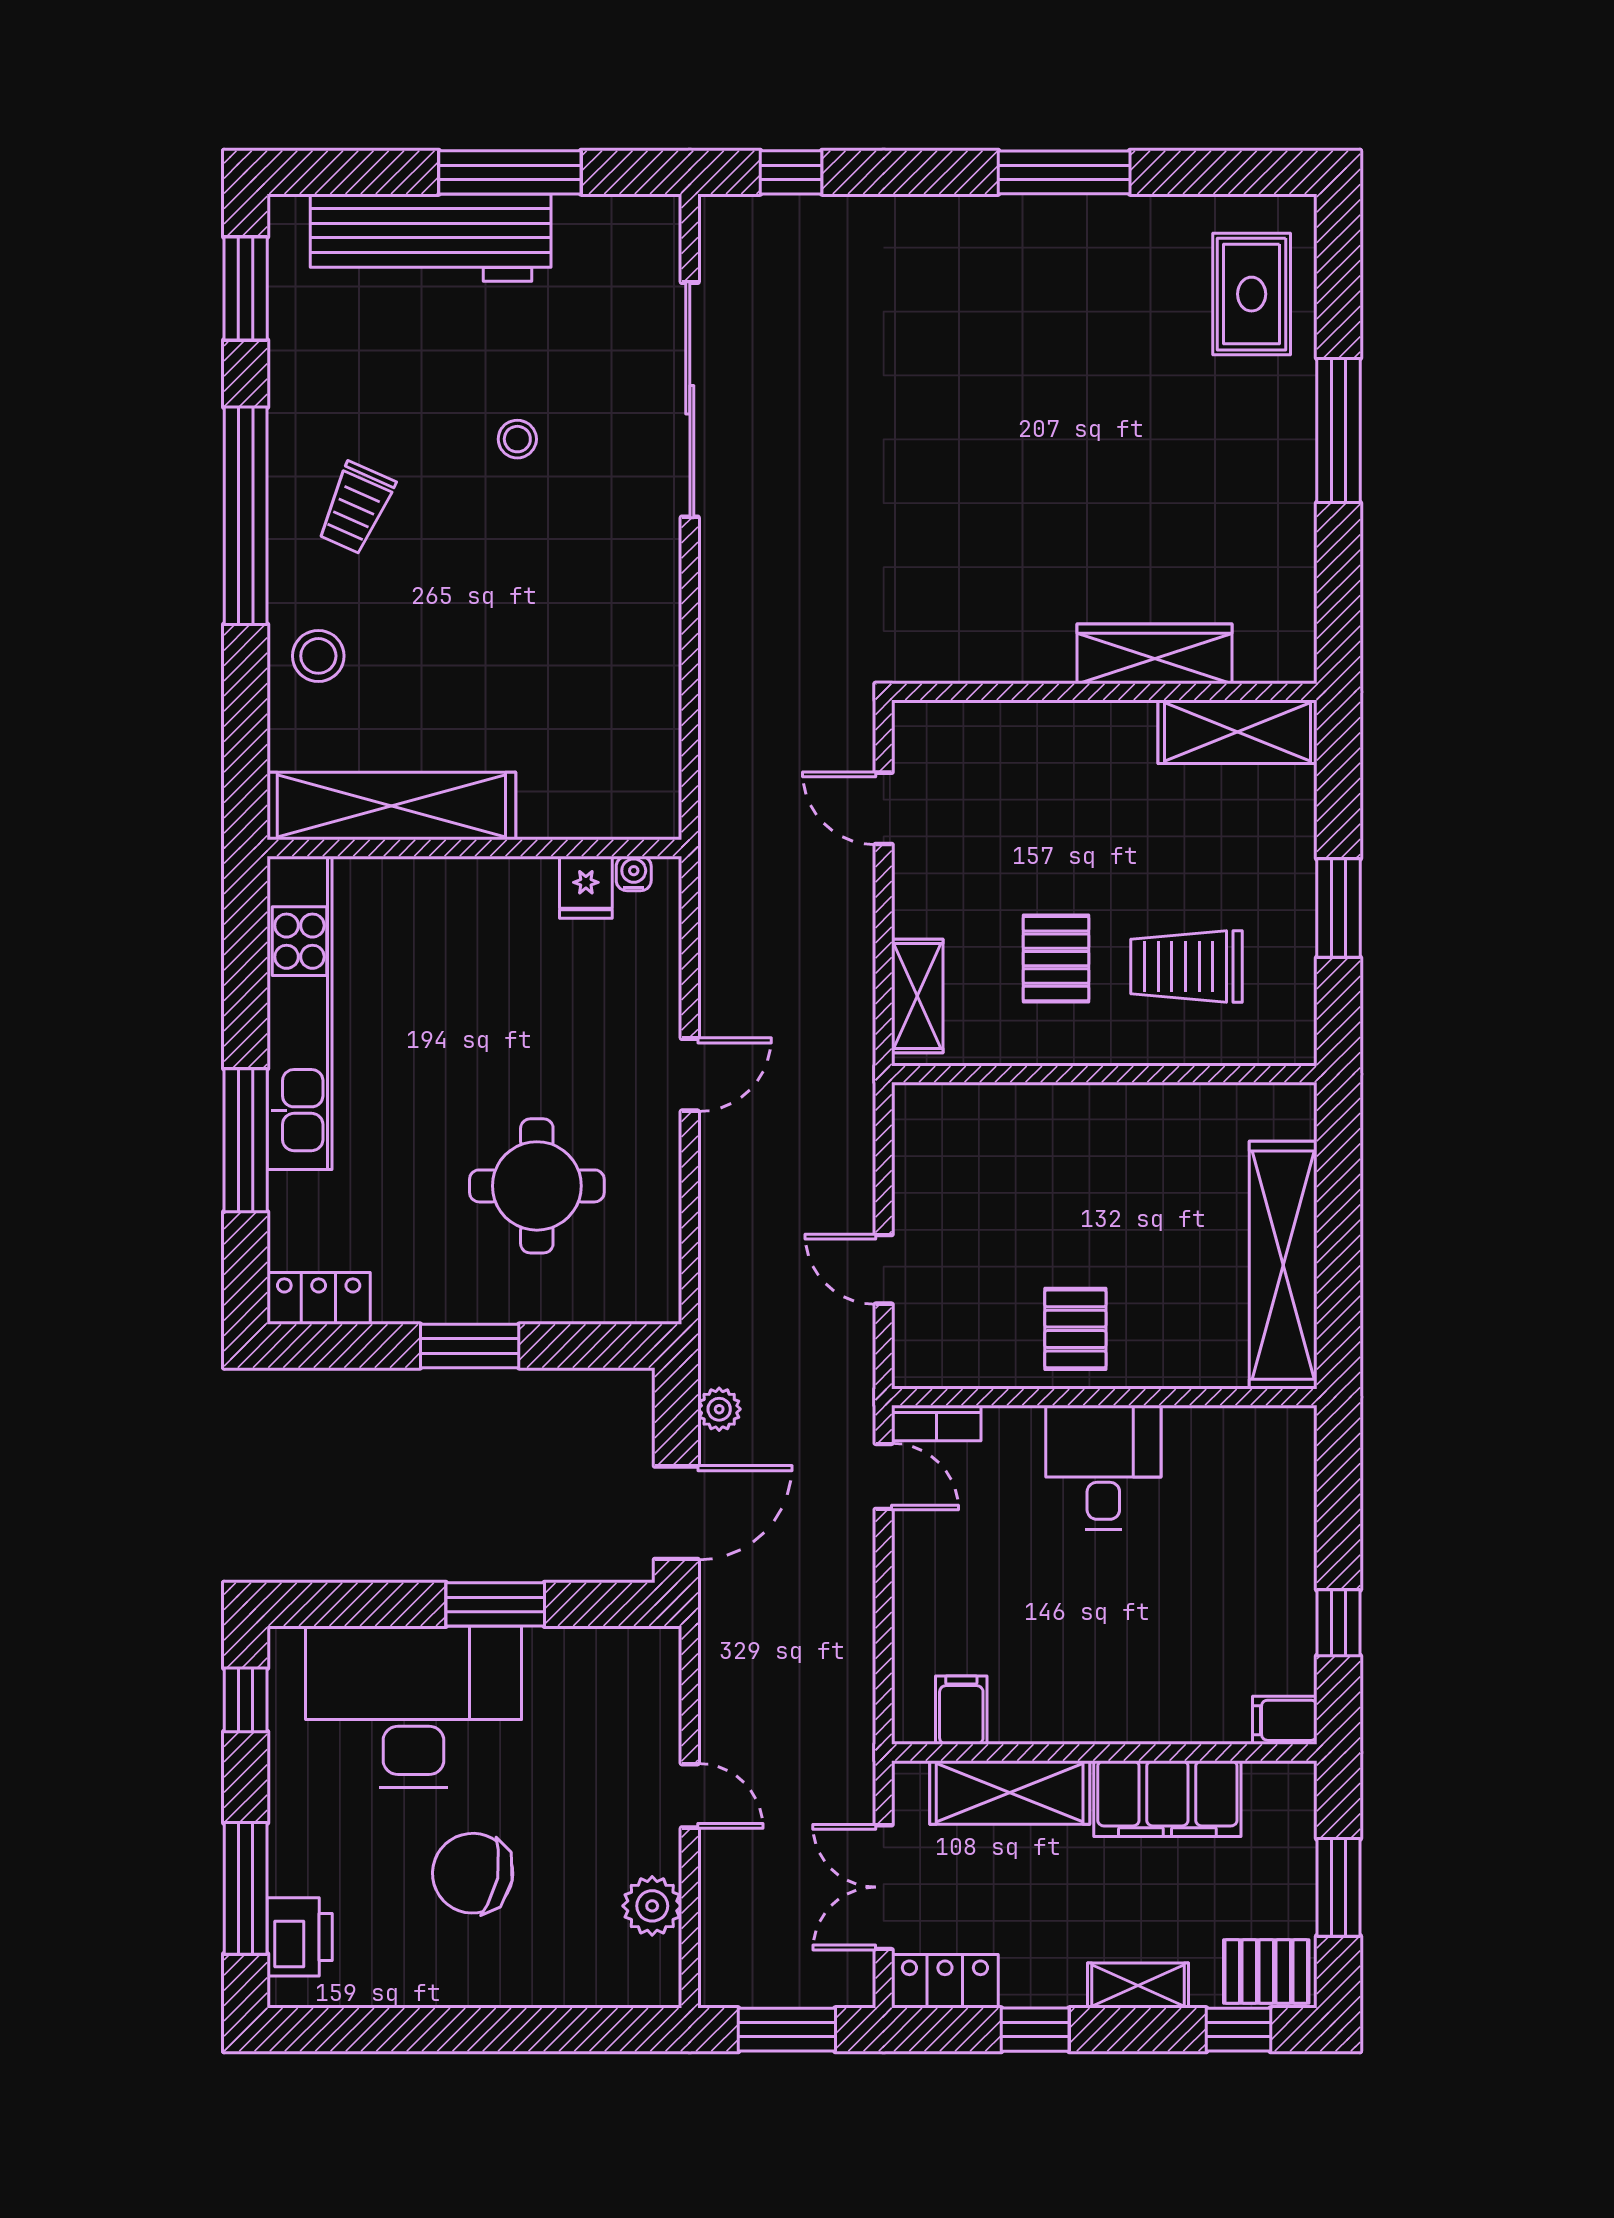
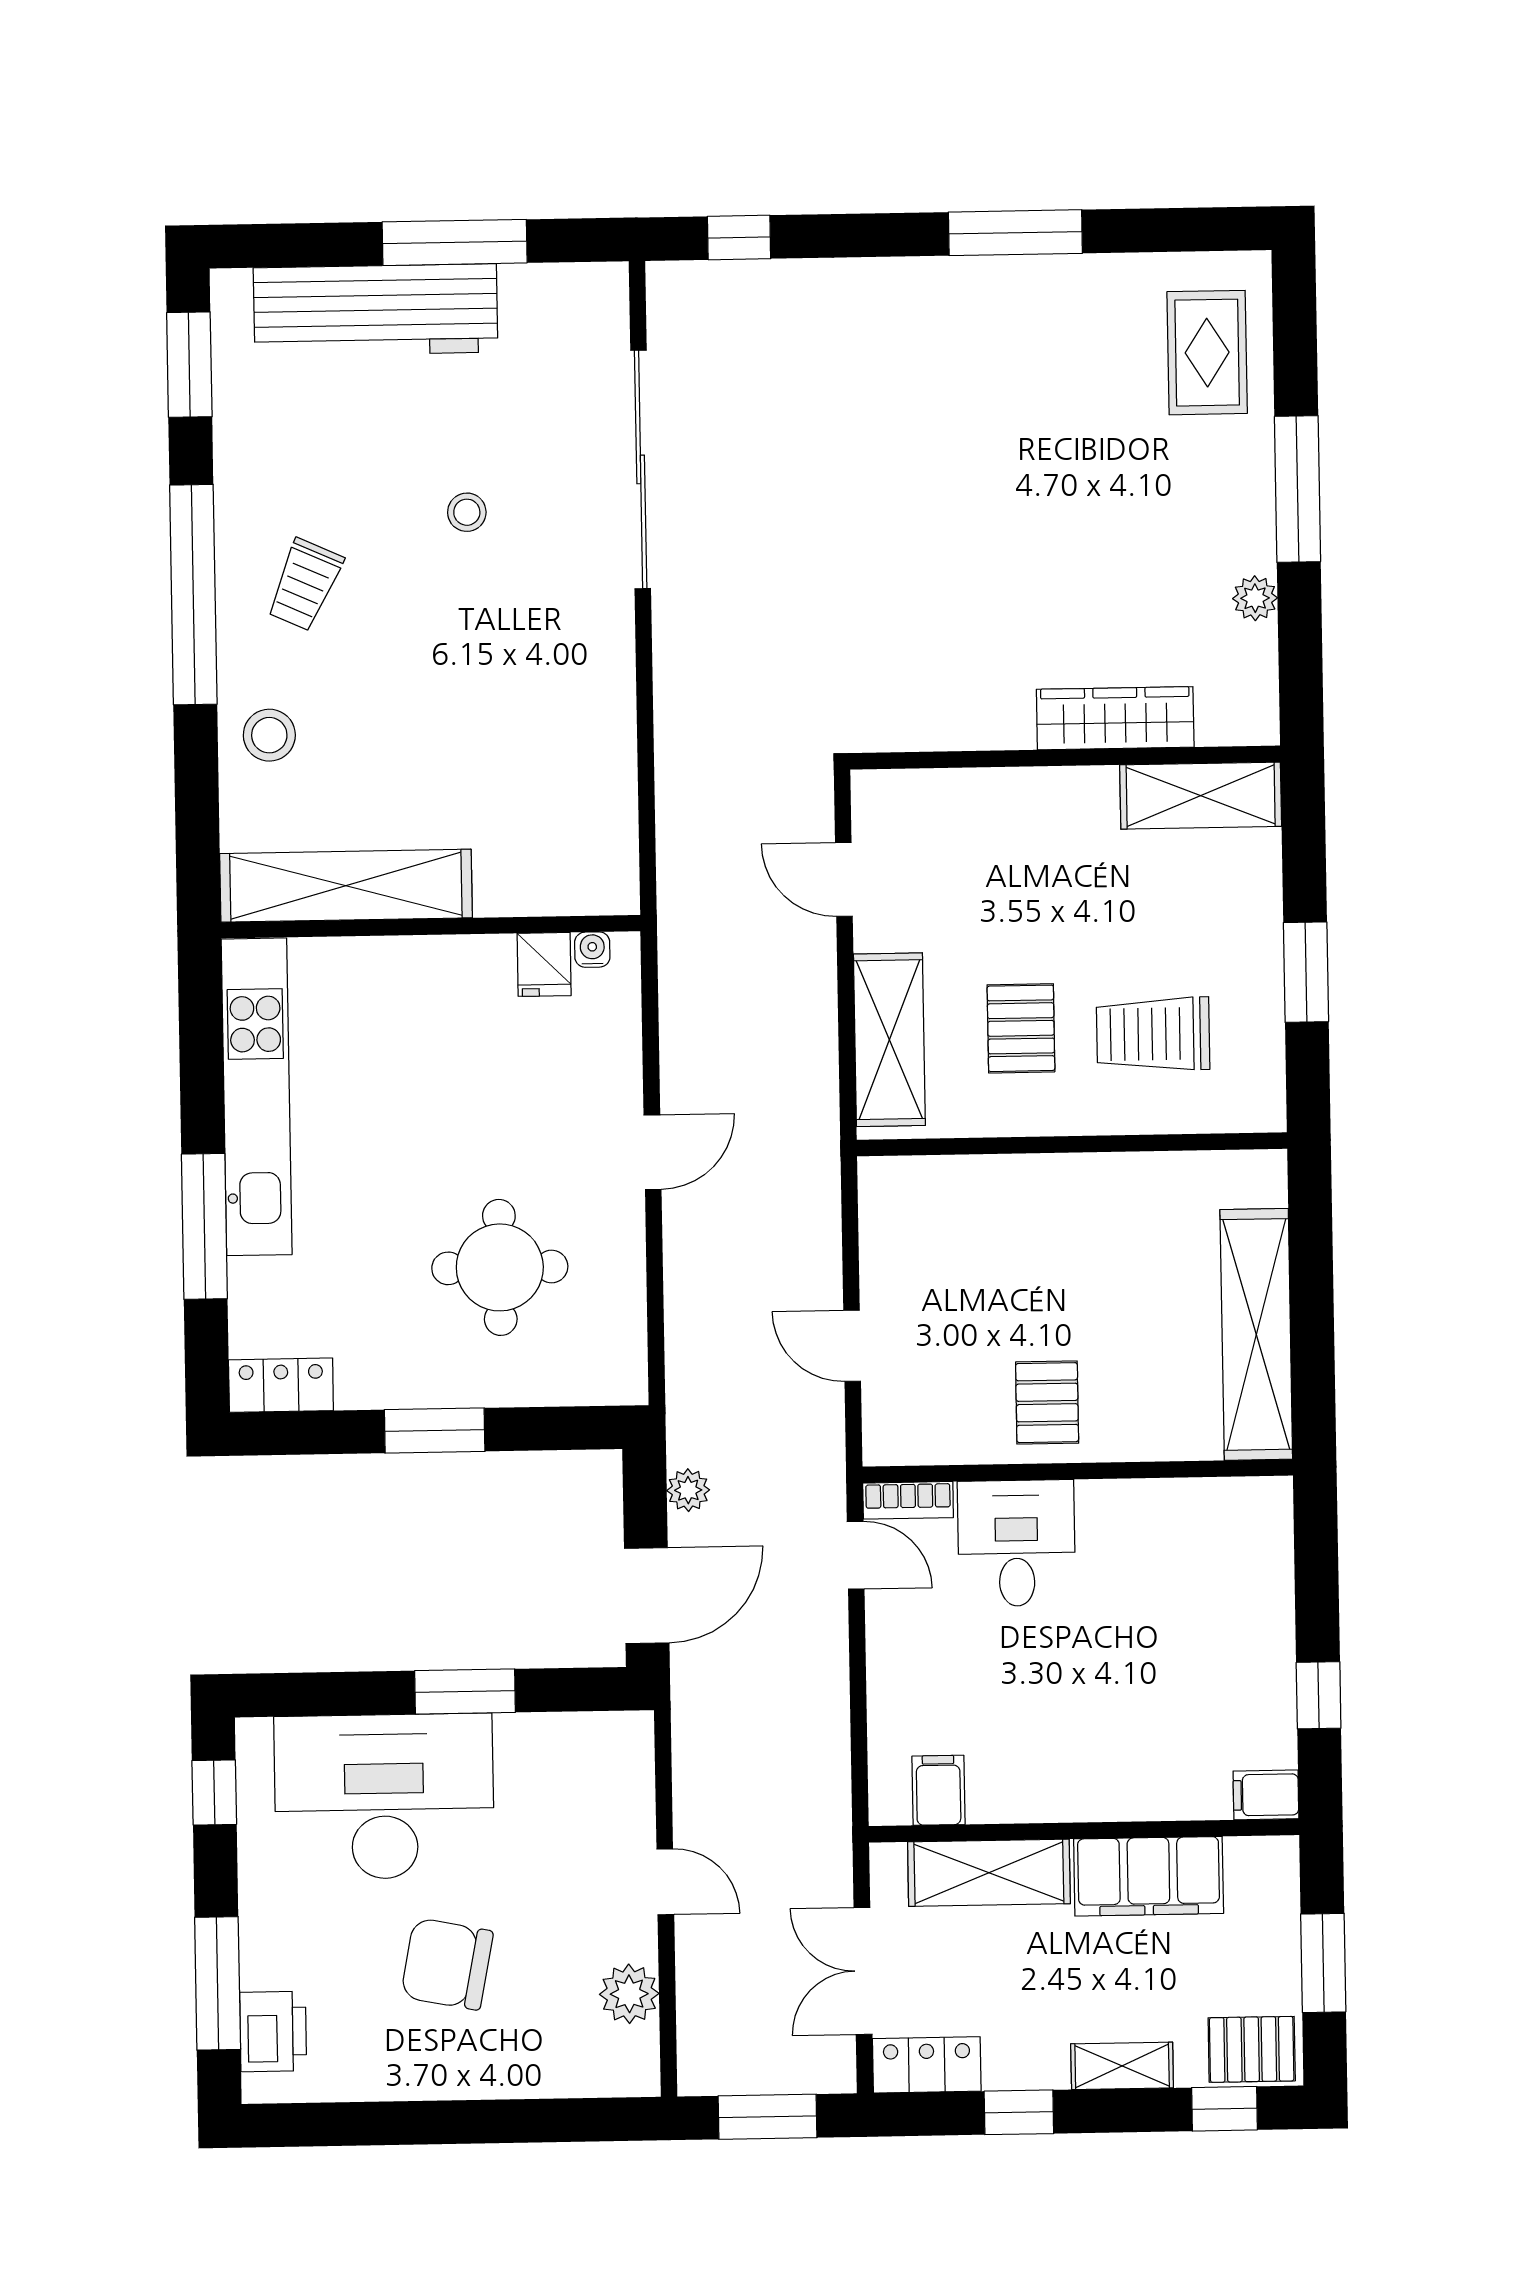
plant: (1295, 538) -> (1255, 598), added
shelving: (917, 996) -> (889, 1040), width x1.50, depth x1.33
desk: (1103, 1467) -> (1017, 1543), moved

